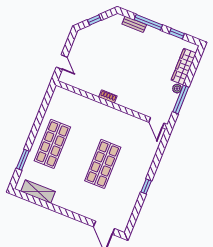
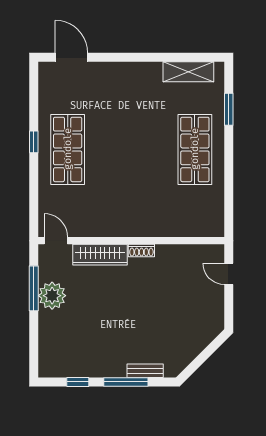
window: (94, 20) -> (206, 354), removed
wardrobe: (184, 67) -> (100, 255), moved, turned 90
plant: (177, 89) -> (52, 296), width x1.88, depth x1.88
shop shelf: (103, 164) -> (68, 149), moved

